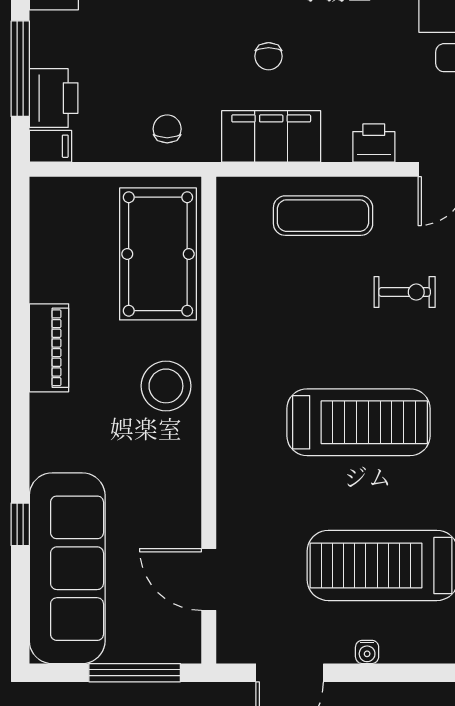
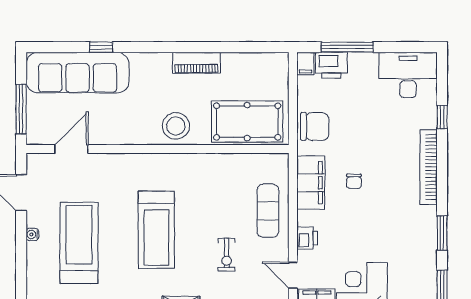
chair: (269, 56) -> (354, 181), turned -90
chair: (167, 129) -> (315, 126), width x1.87, depth x1.87

